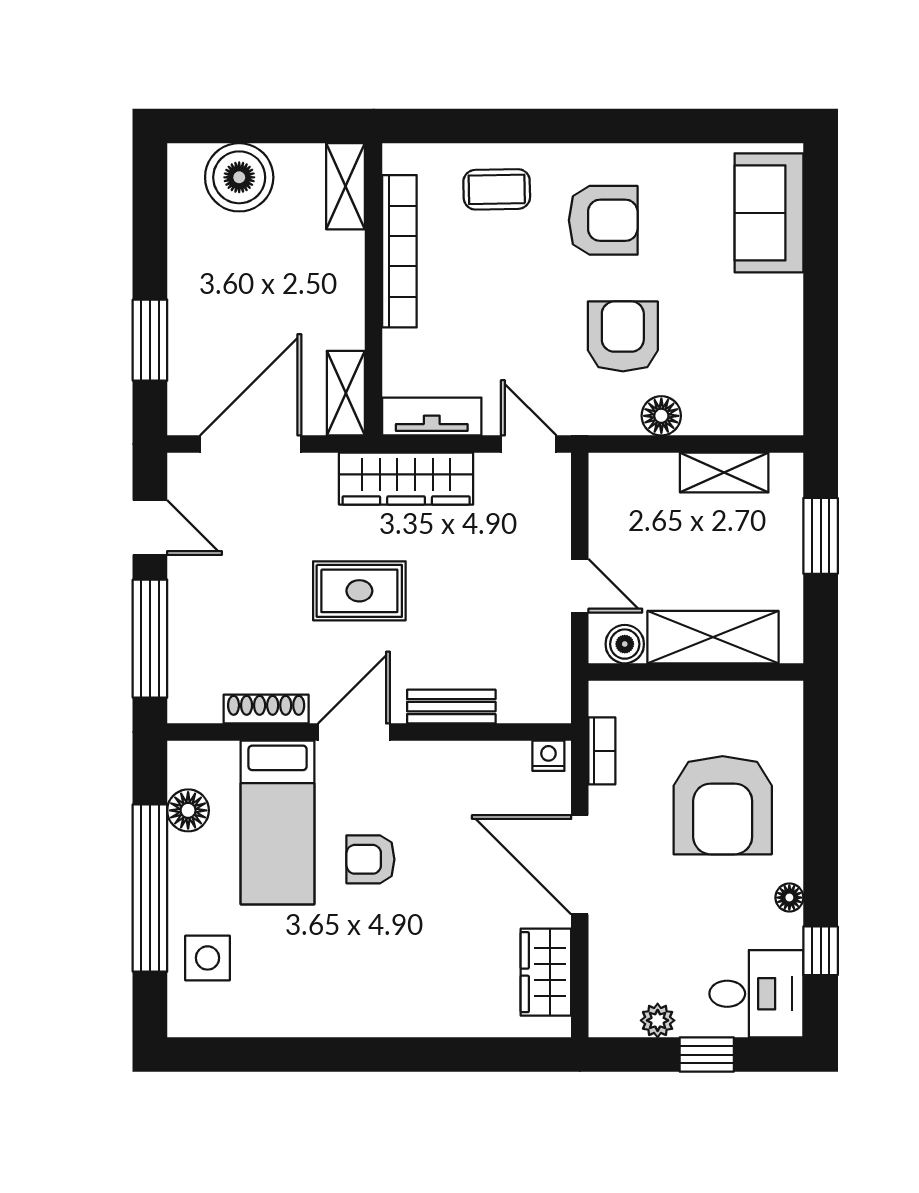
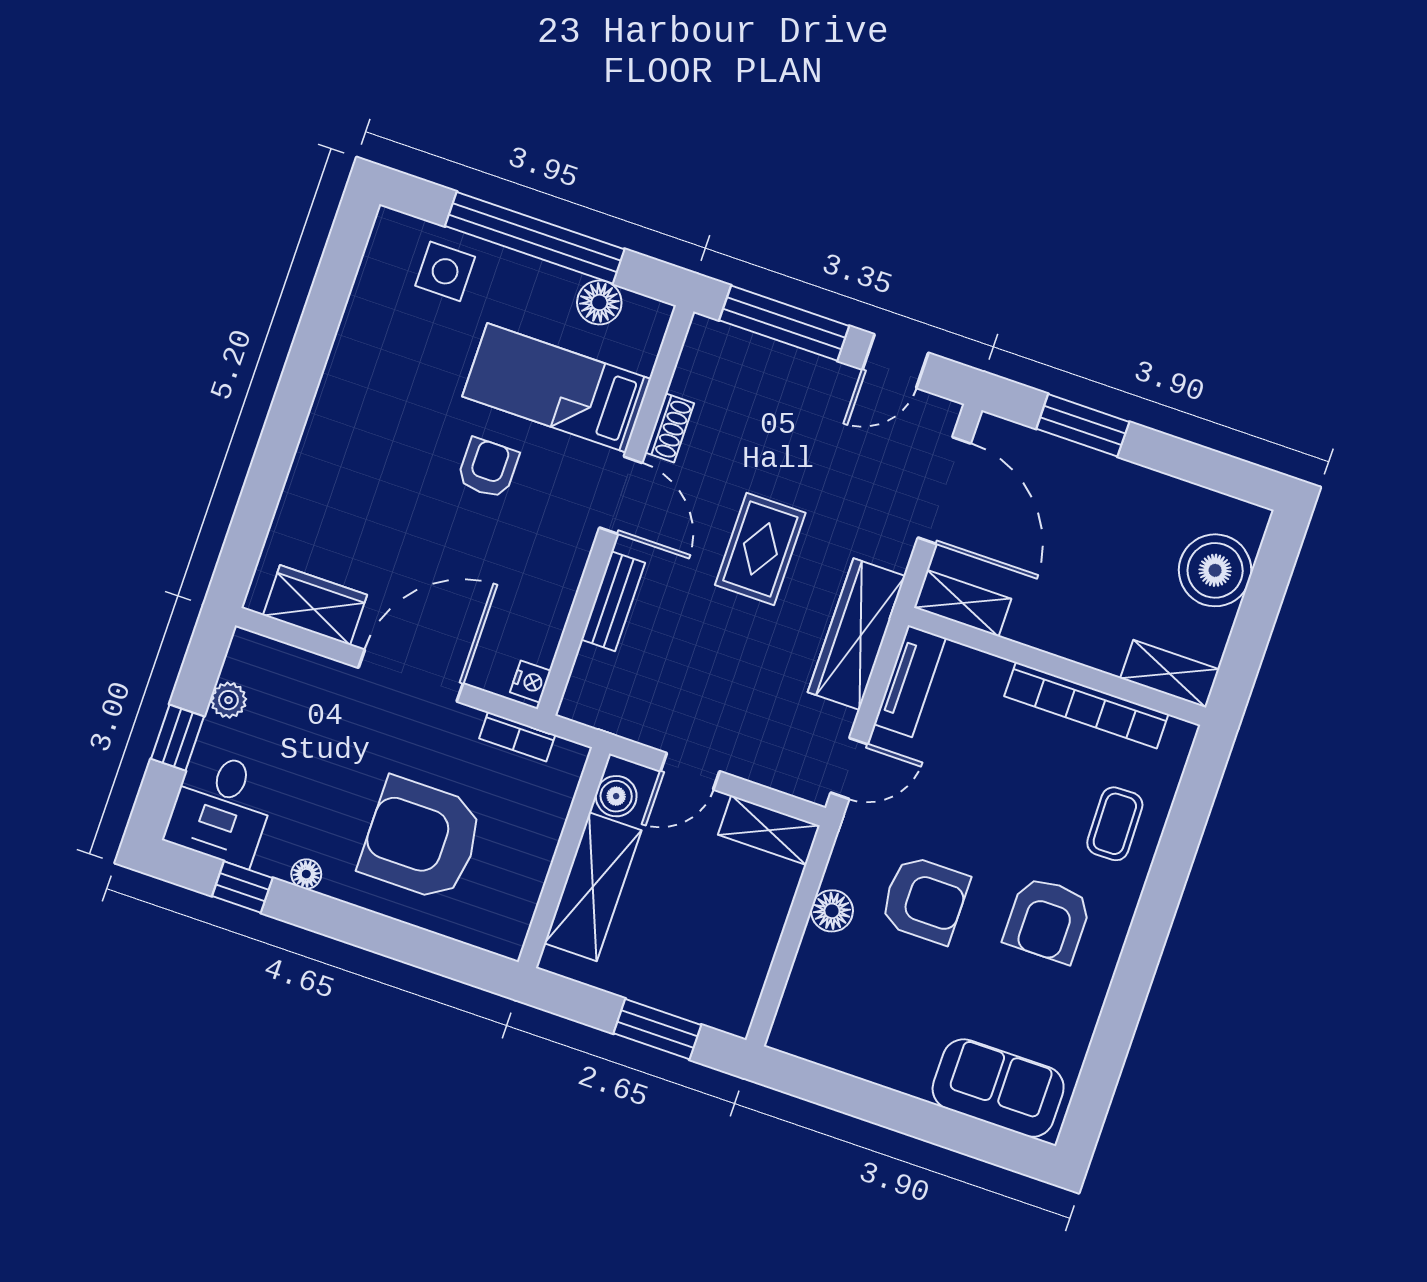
shelving: (724, 473) -> (769, 830), moved, turned 90
shoe rack: (266, 709) -> (670, 428), width x0.70

